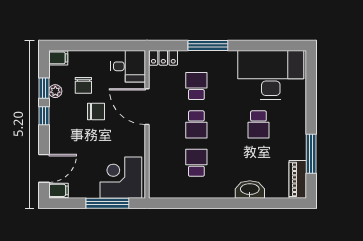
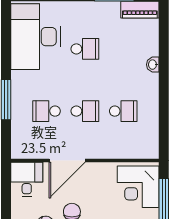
locker: (163, 58) -> (18, 144), removed
school desk: (196, 163) -> (123, 111), turned 180
washbasin: (250, 190) -> (153, 65), width x0.52, depth x0.69

